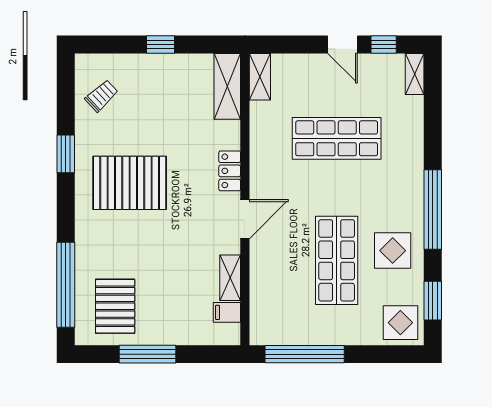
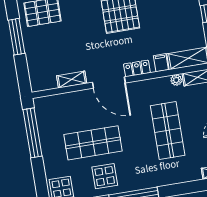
plant: (259, 111) -> (176, 80), added
door: (245, 219) -> (109, 83), width x1.36
filing cabinet: (227, 312) -> (161, 63), moved

